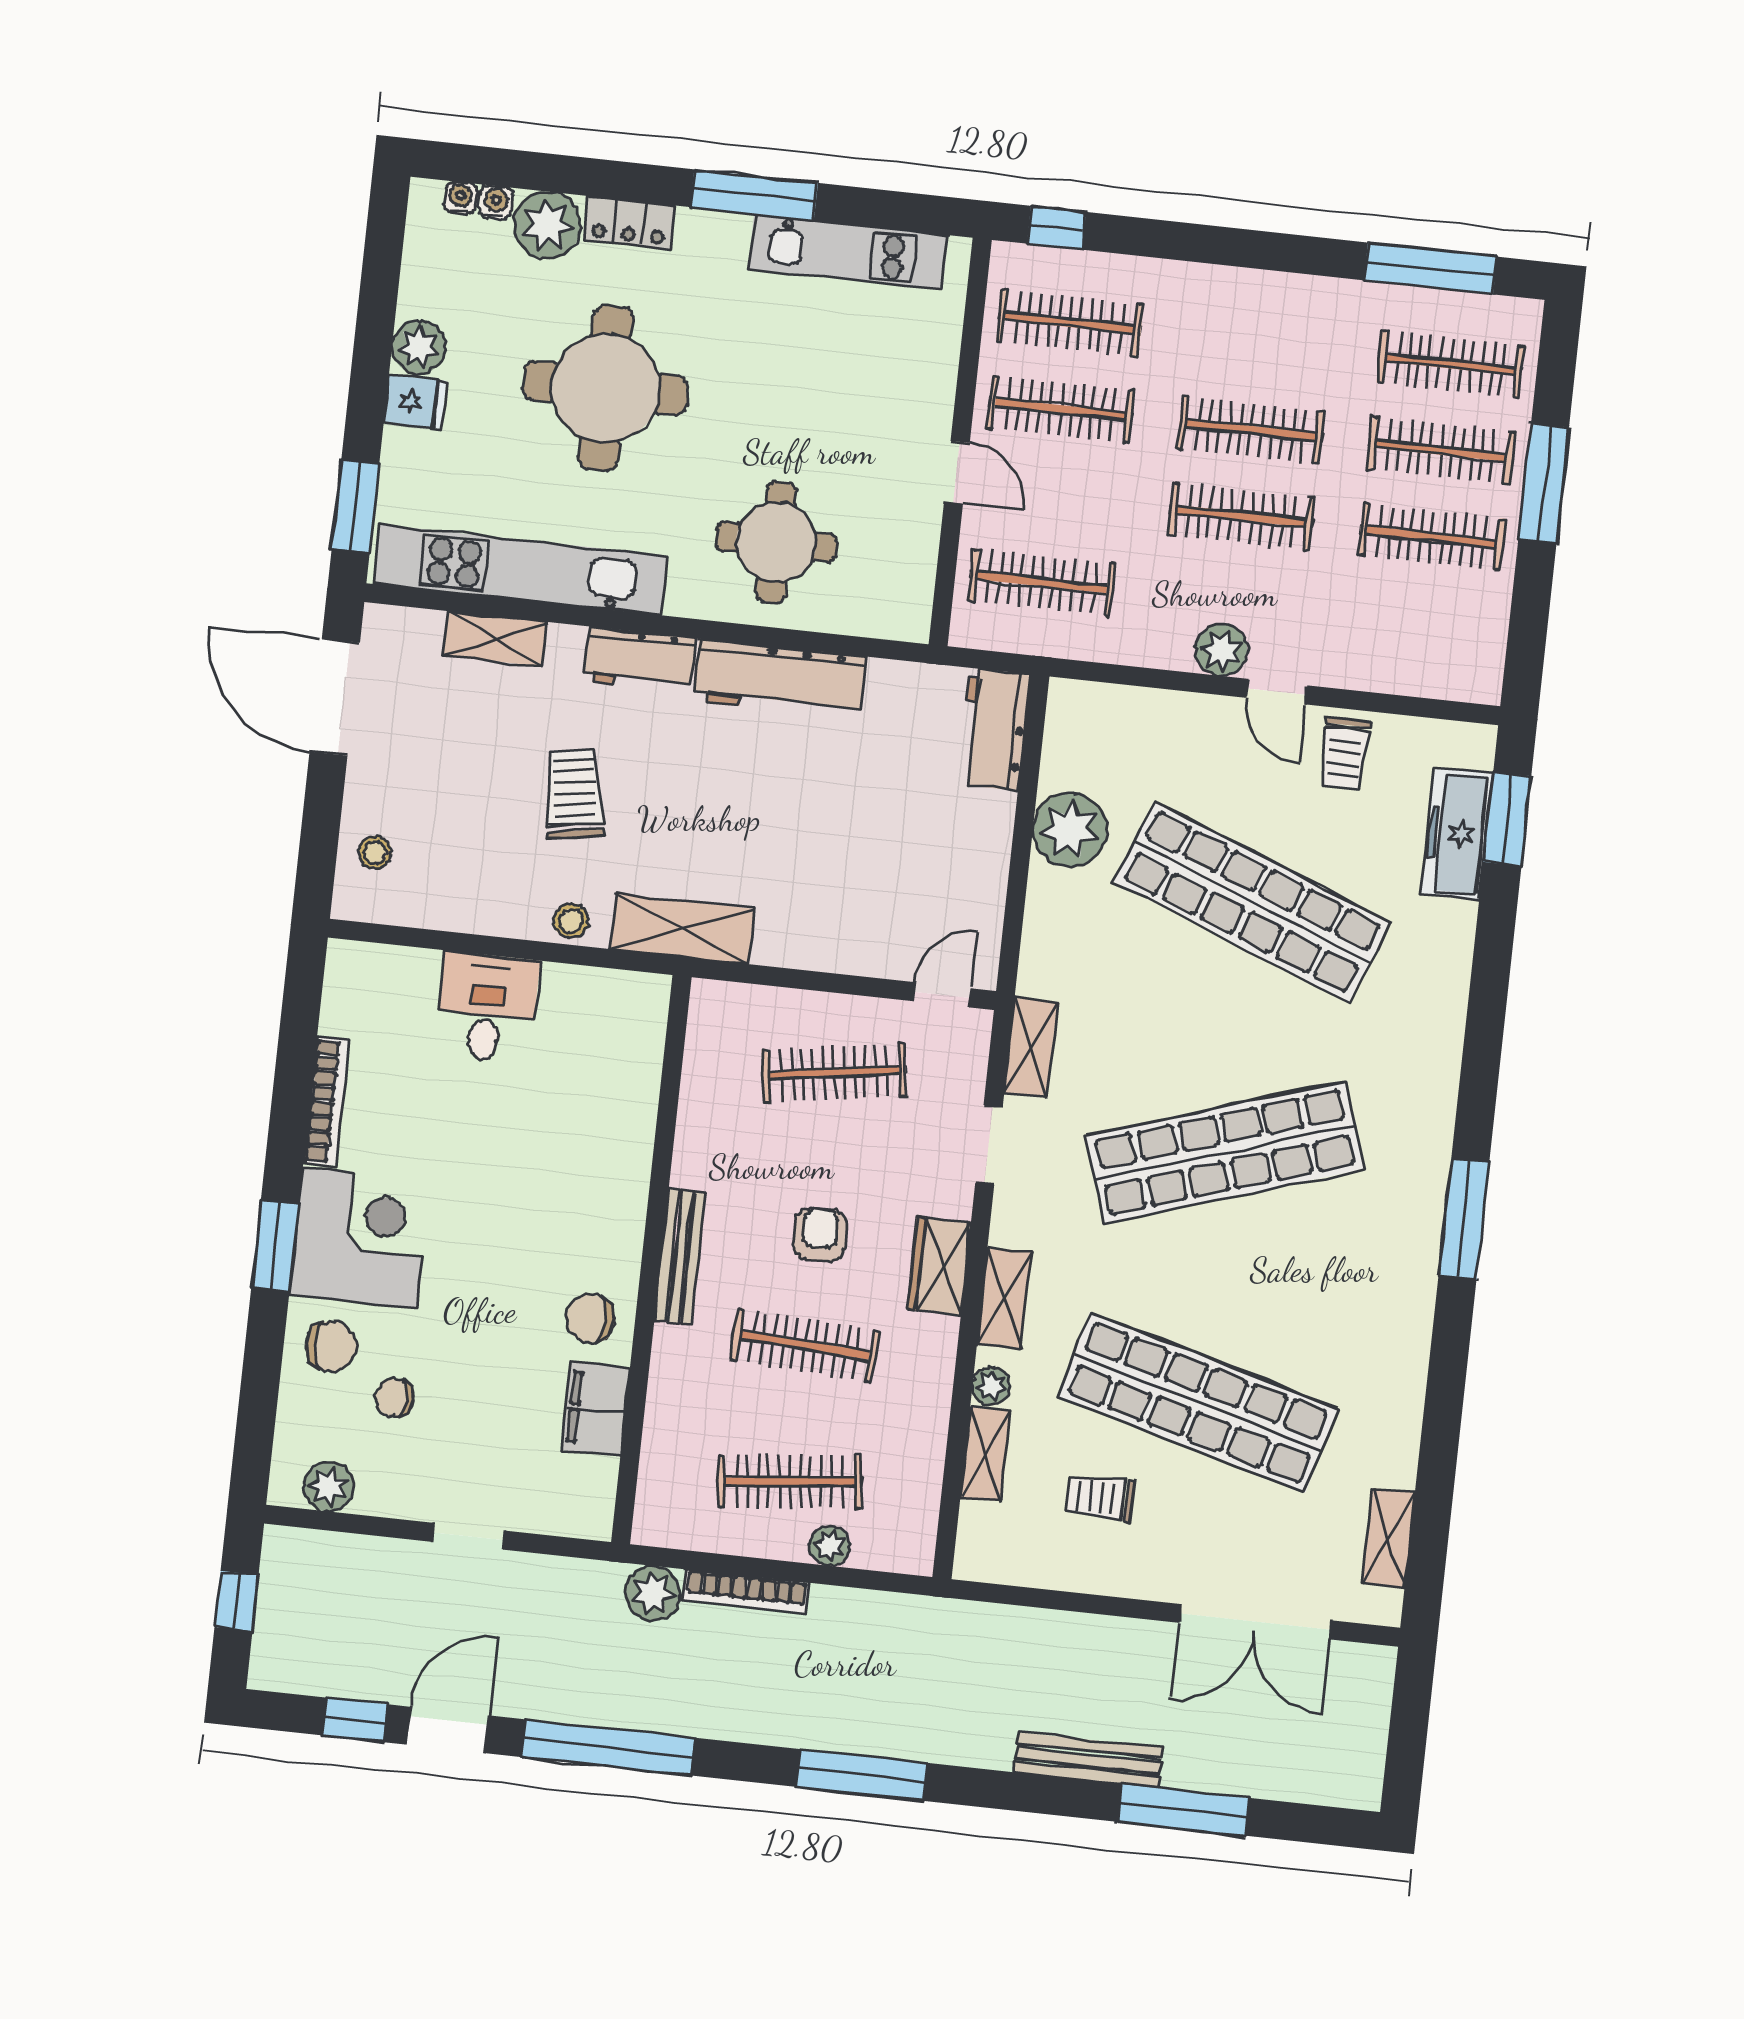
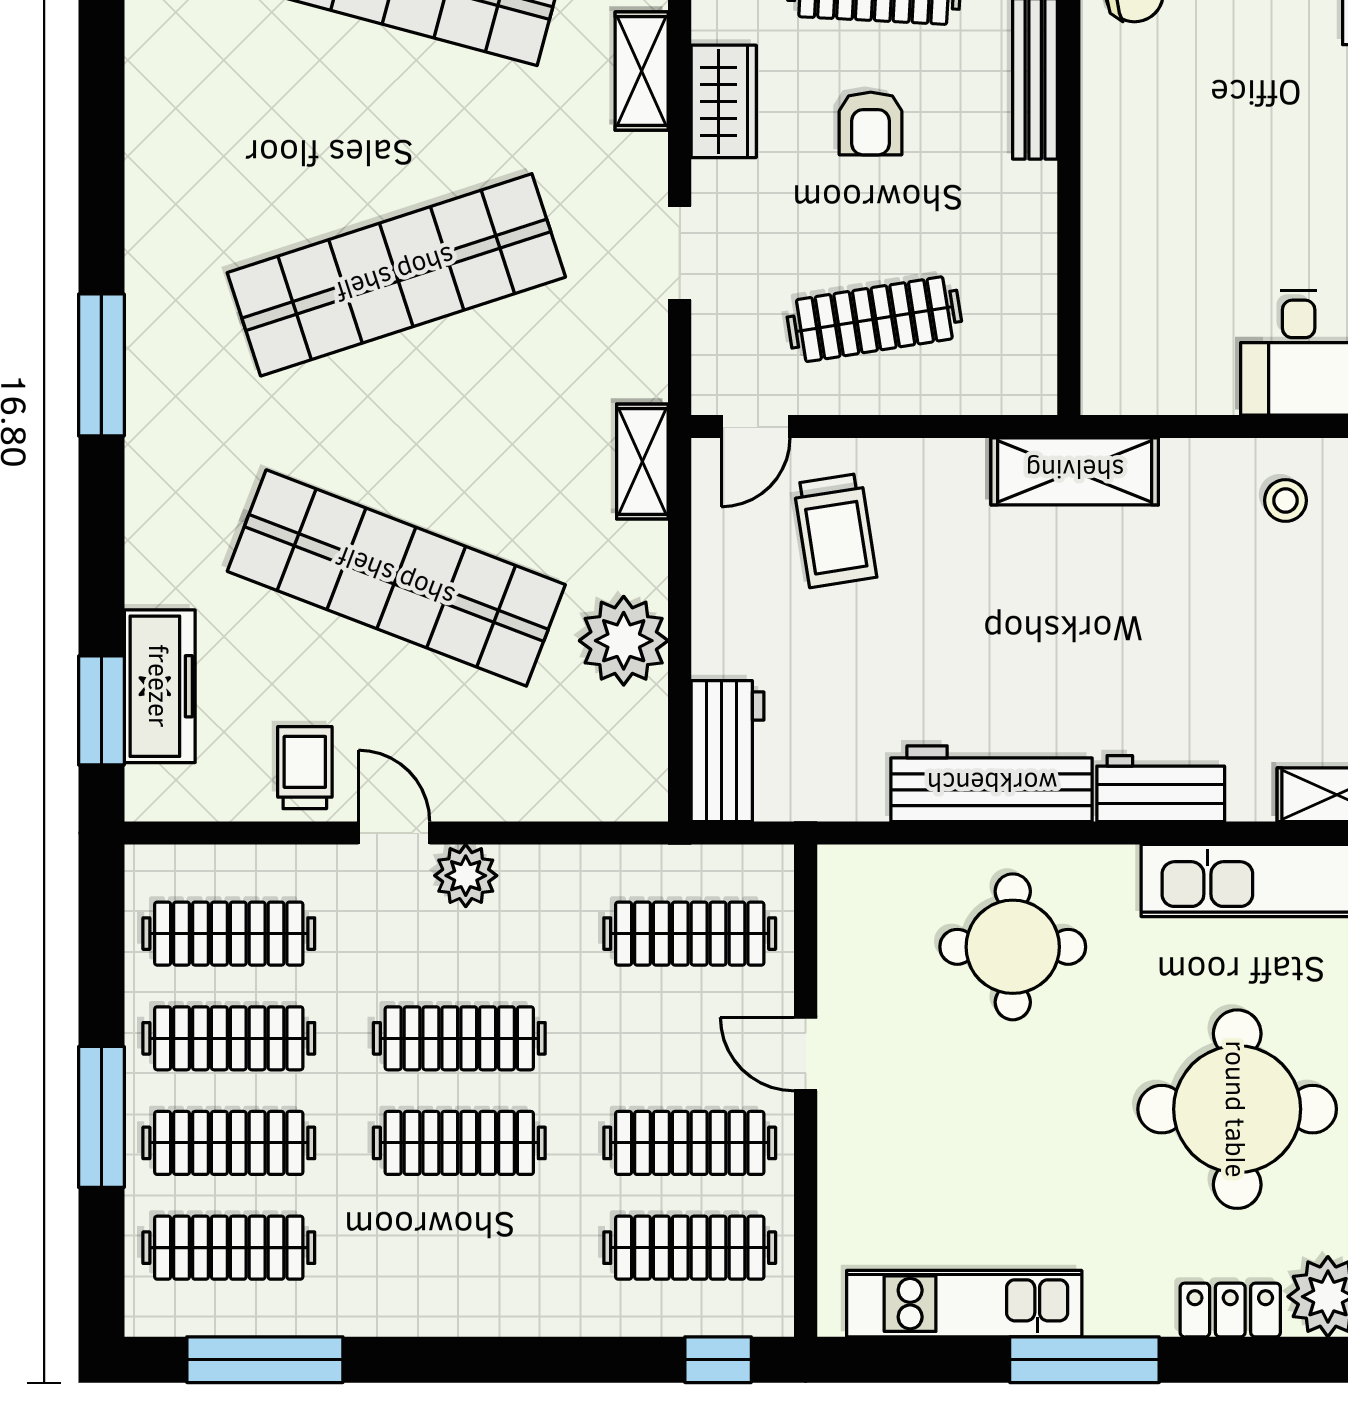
clothes rail: (1422, 623) -> (229, 934), added
trolley: (574, 794) -> (835, 530), moved
stool: (571, 921) -> (1285, 500), moved
shelving: (1031, 1048) -> (642, 462), moved
window: (1464, 1219) -> (101, 365), moved

